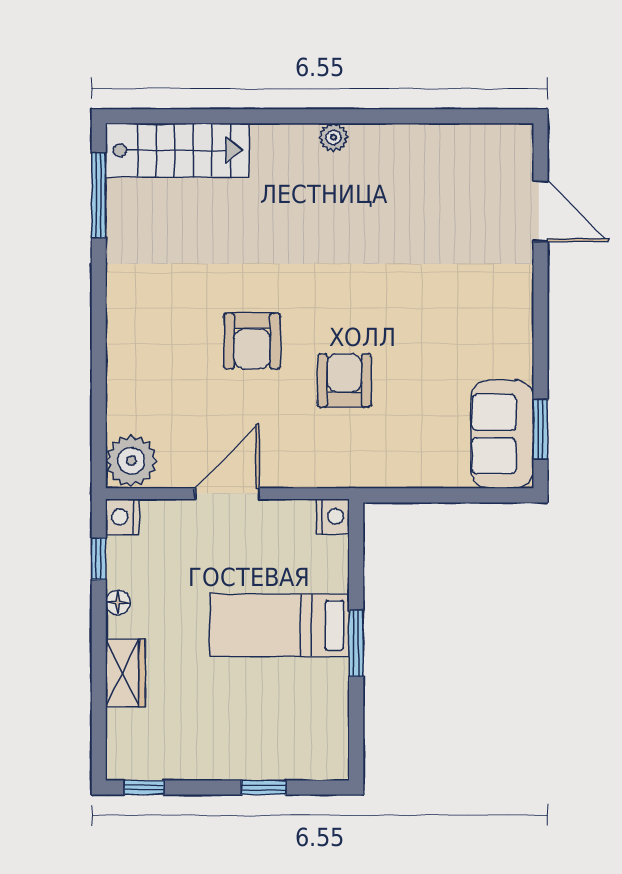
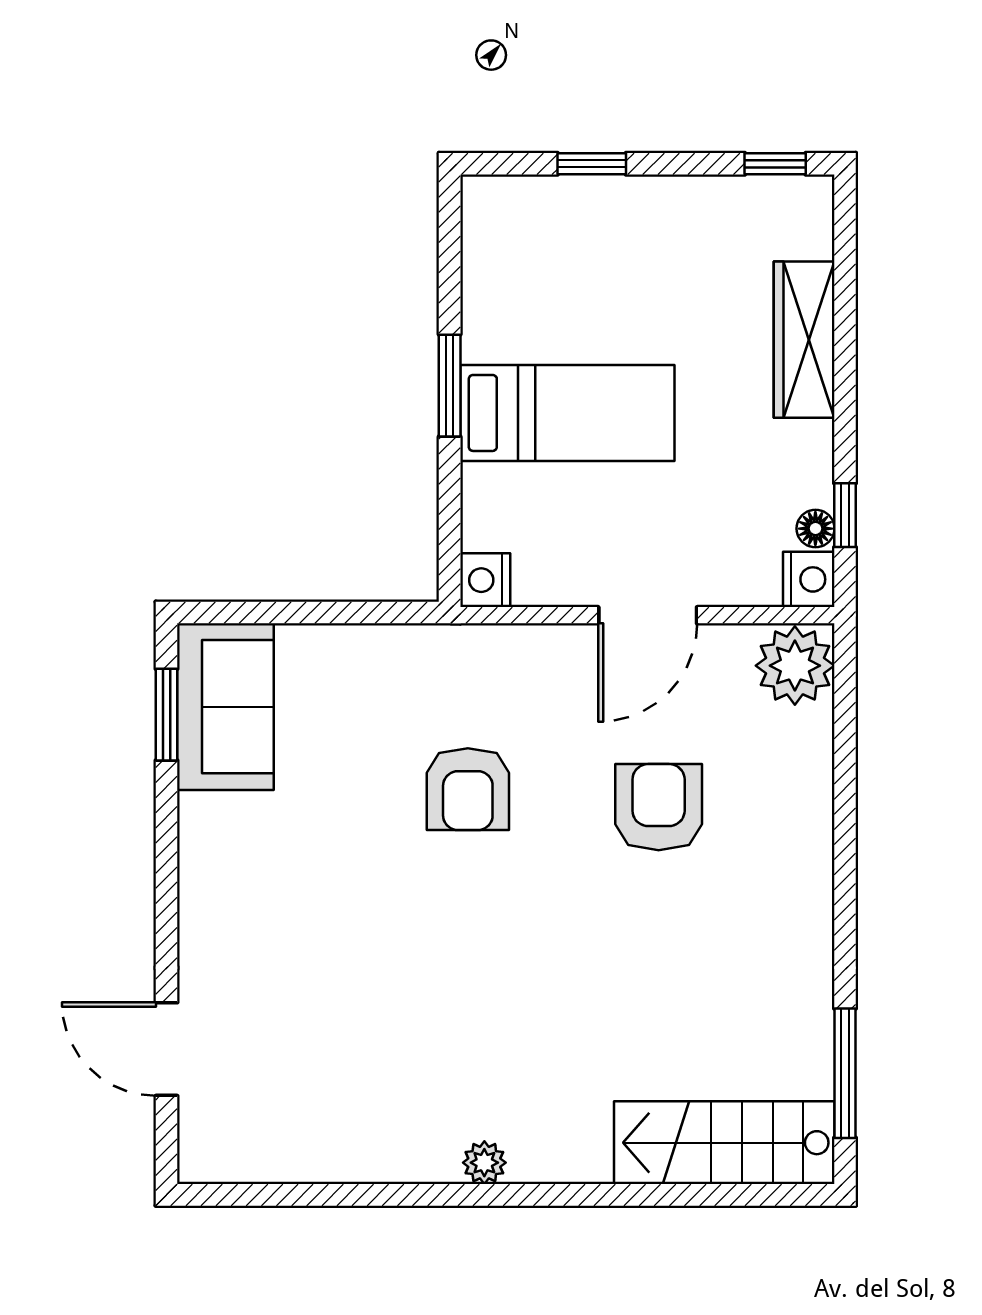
armchair: (252, 341) -> (659, 807), moved
floor lamp: (118, 602) -> (815, 529), moved
wardrobe: (125, 673) -> (804, 340), width x1.50

